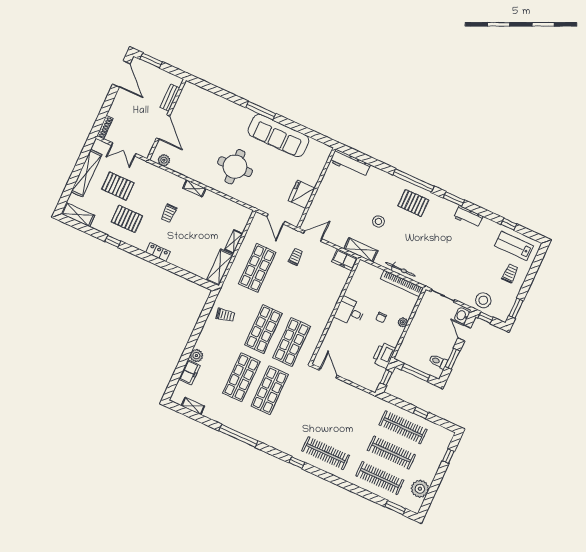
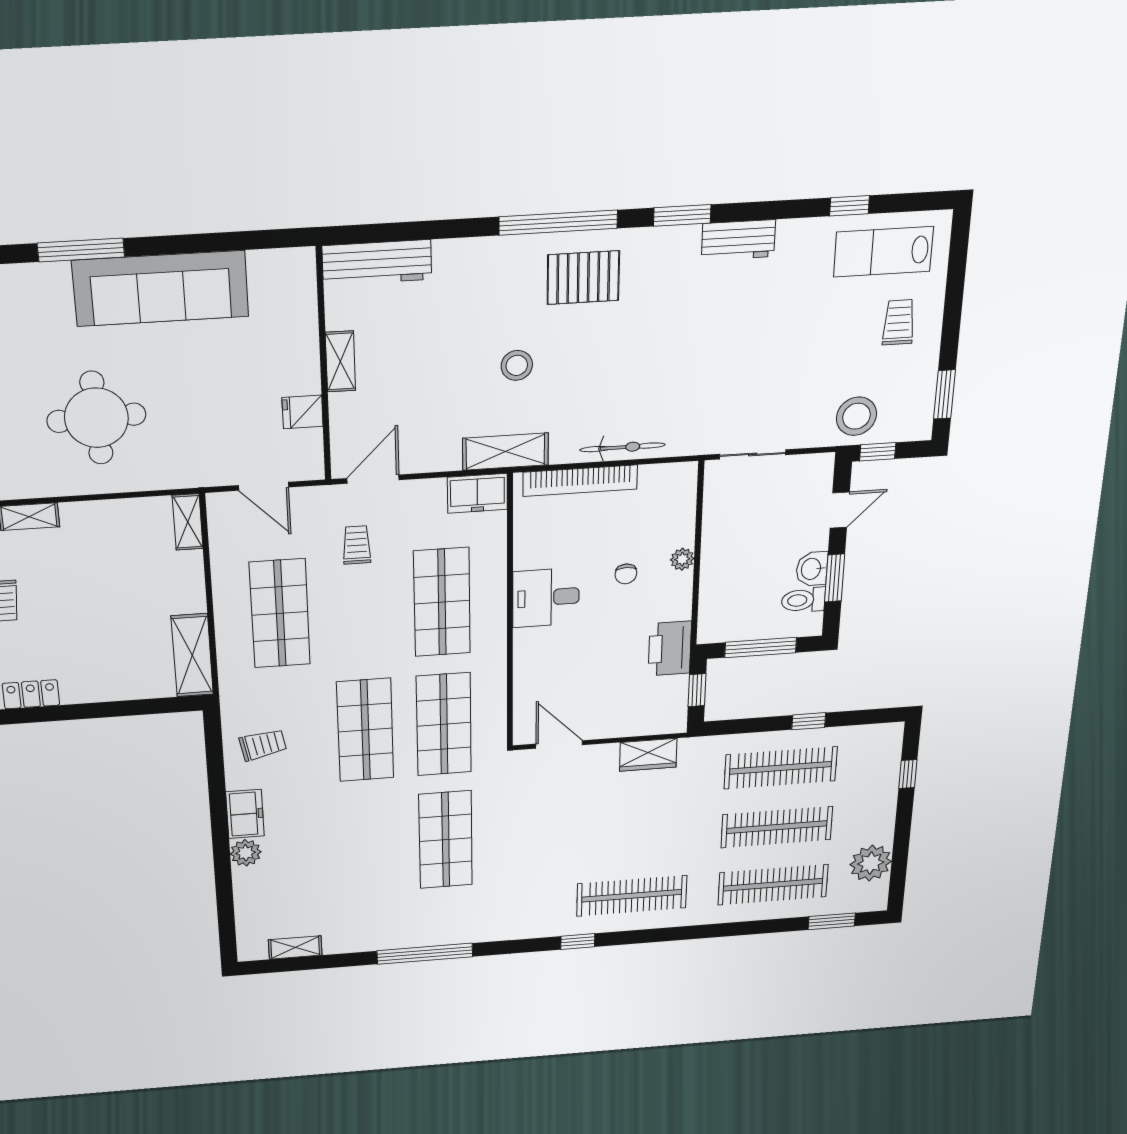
shelving: (322, 190) -> (340, 361), added
fridge: (302, 194) -> (303, 412), width x0.53, depth x0.75
shelving: (234, 242) -> (188, 522), moved
bookcase: (402, 283) -> (580, 481), moved
washbasin: (462, 316) -> (812, 569), moved
door: (464, 333) -> (840, 510), swing flipped
freezer: (190, 372) -> (245, 814), moved
shop shelf: (241, 377) -> (442, 602), moved
wardrobe: (358, 395) -> (648, 755), added

